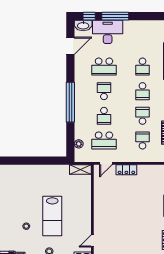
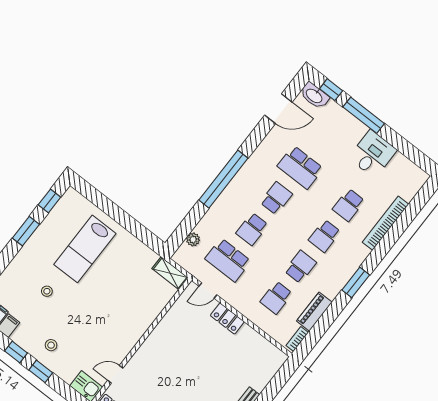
desk: (108, 32) -> (373, 154), moved, width x0.73
school desk: (143, 140) -> (276, 298), turned 180
lab bench: (52, 216) -> (85, 249), moved

